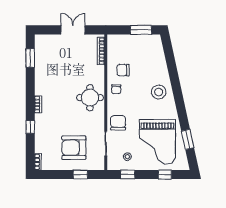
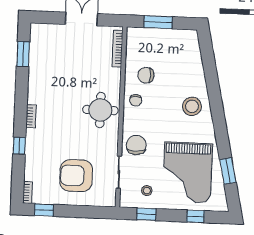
window: (141, 30) -> (158, 22), moved
window: (80, 174) -> (44, 210), moved

